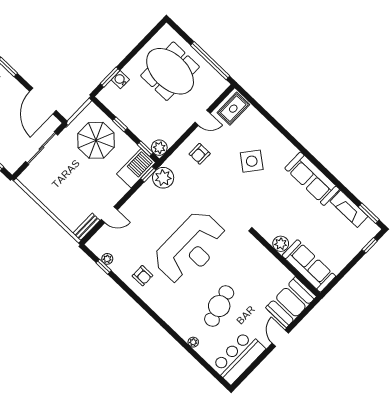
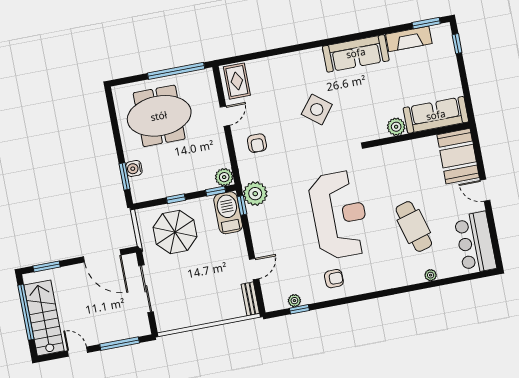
side table: (252, 161) -> (317, 109), moved

